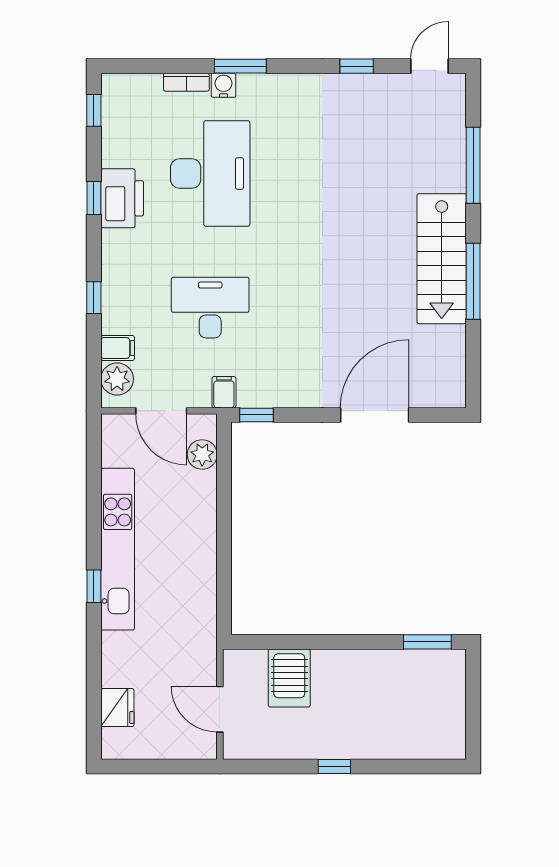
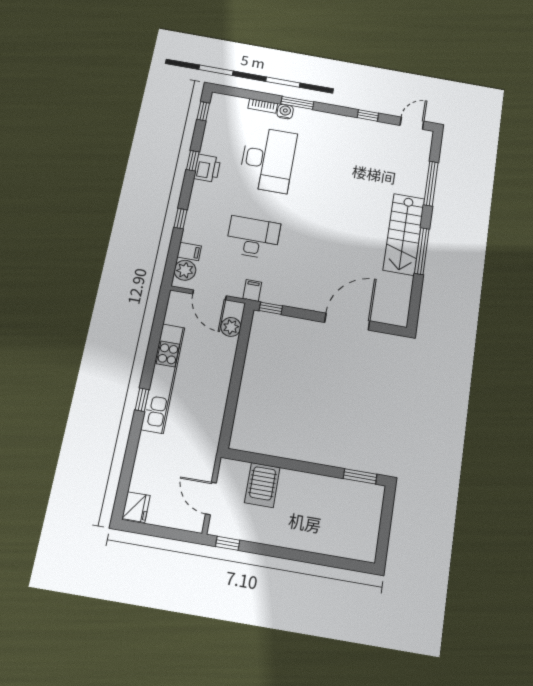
printer: (122, 198) -> (207, 168), width x0.73, depth x0.84
fridge: (117, 708) -> (136, 507), moved
window: (334, 766) -> (228, 543), moved

